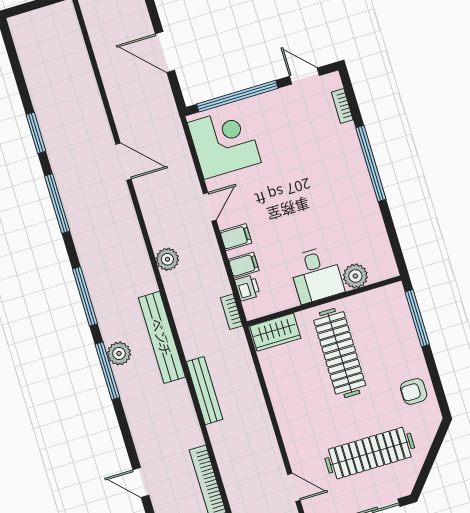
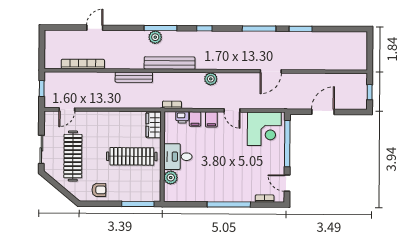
door: (305, 76) -> (287, 183), swing flipped
window: (85, 296) -> (204, 28), width x0.46
plant: (119, 353) -> (155, 37), moved
armchair: (414, 391) -> (99, 190), turned 90

